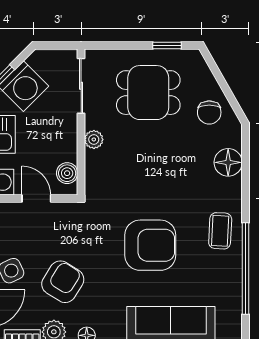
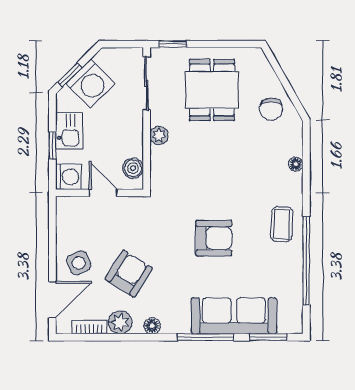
window: (167, 45) -> (173, 44), moved
dining table: (148, 93) -> (212, 90), turned 90
floor lamp: (228, 162) -> (296, 164), width x0.53, depth x0.53
armchair: (150, 245) -> (214, 238), width x0.73, depth x0.73

